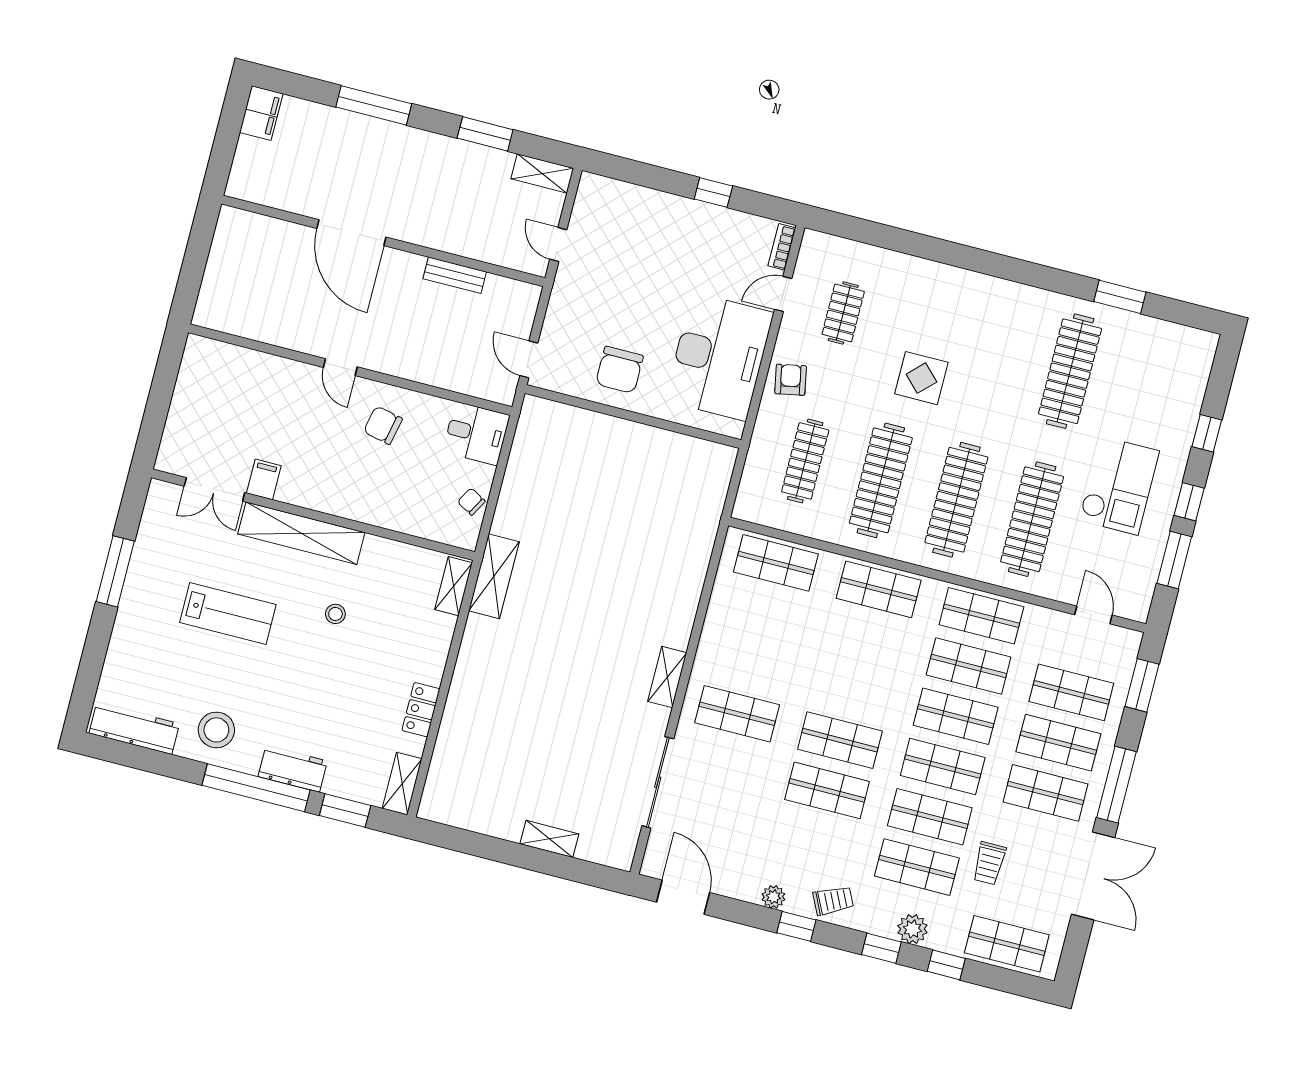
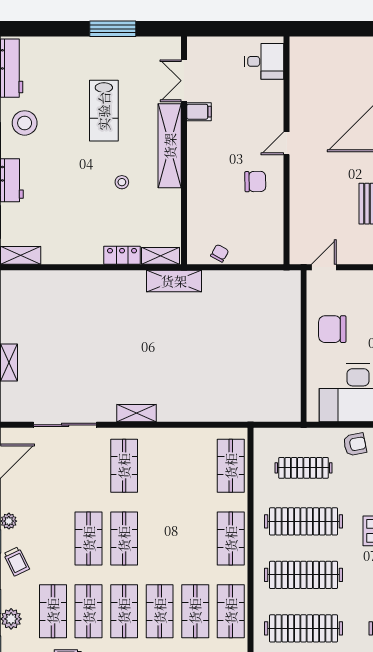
chair: (383, 425) -> (255, 182), turned 77
desk: (476, 434) -> (264, 61), moved, turned -90
locker: (421, 710) -> (122, 255), moved

